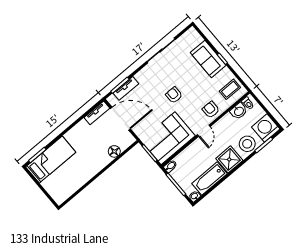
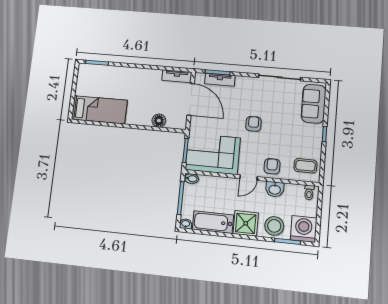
sofa: (208, 59) -> (314, 104), moved
washbasin: (239, 111) -> (275, 189), moved
bed: (51, 160) -> (99, 110), moved

